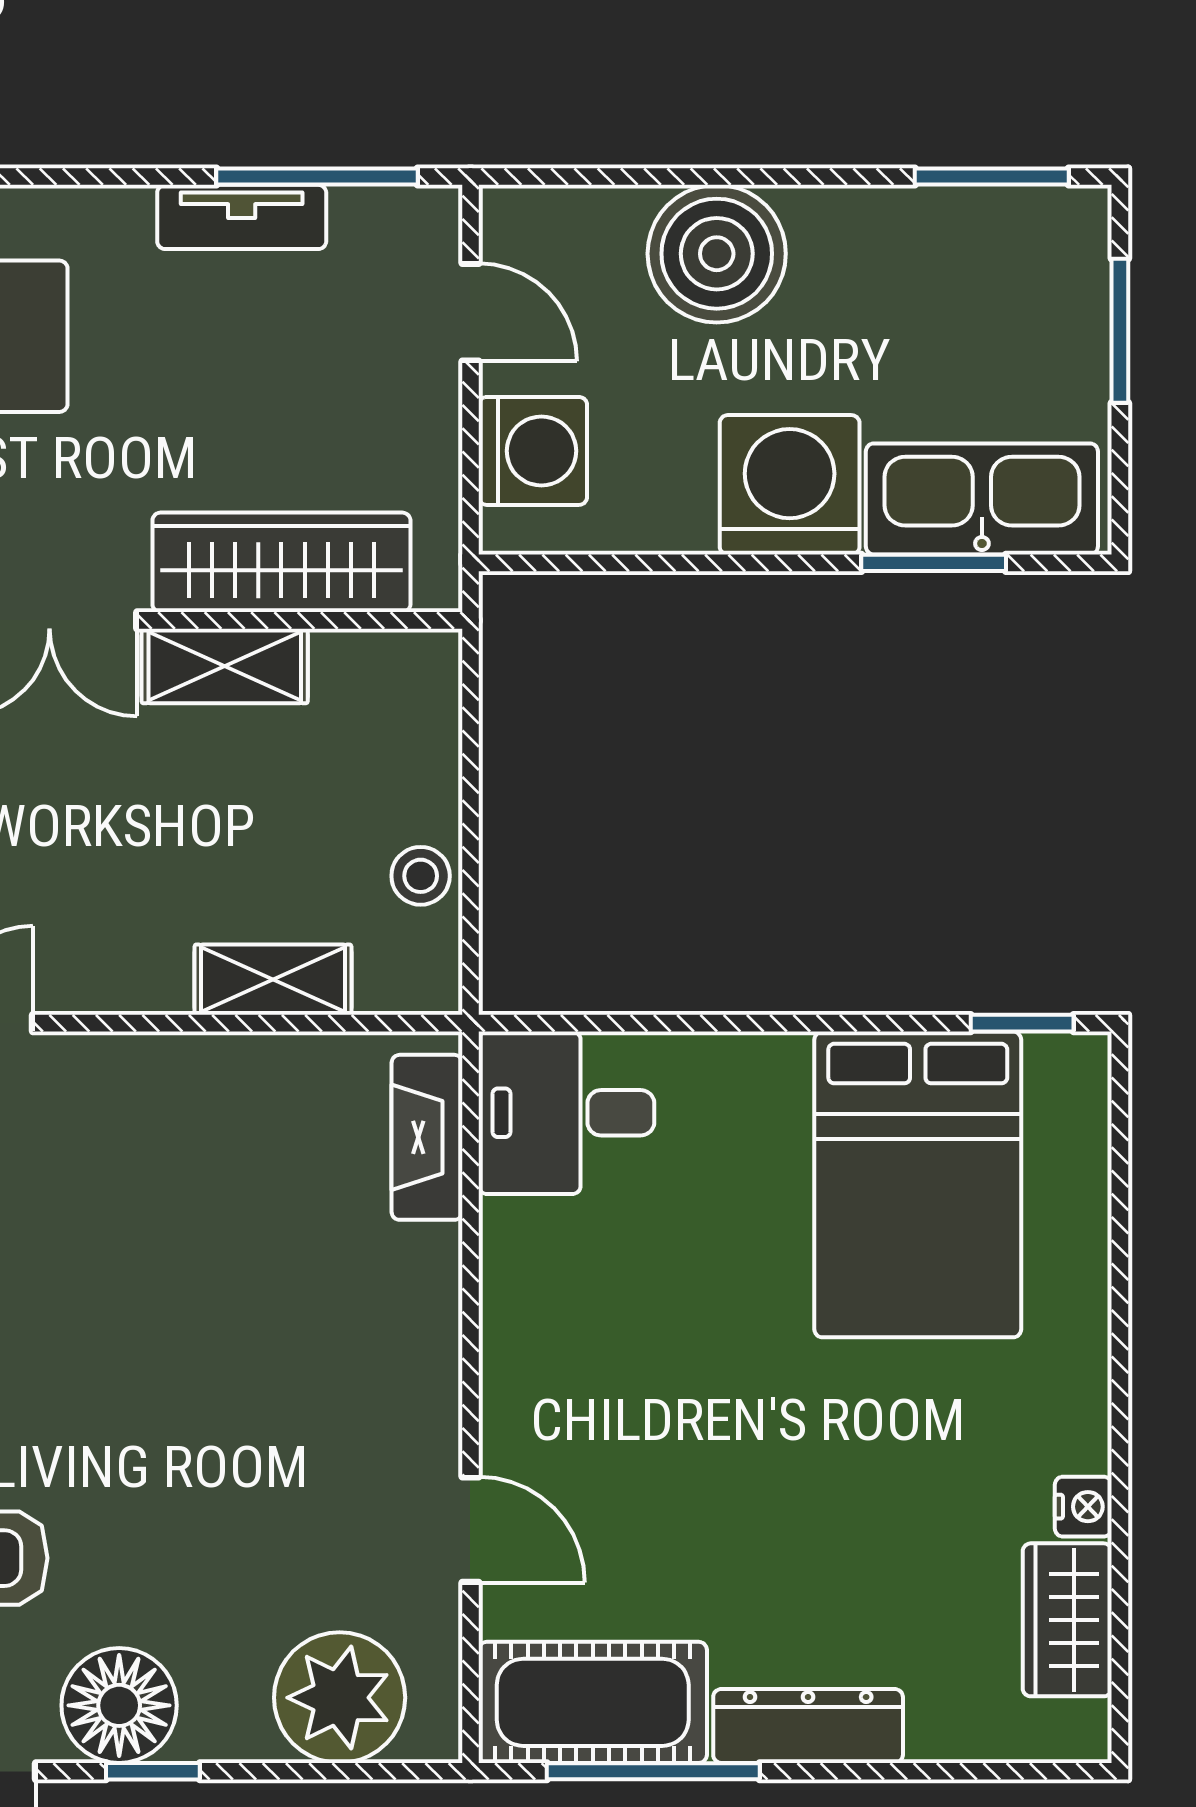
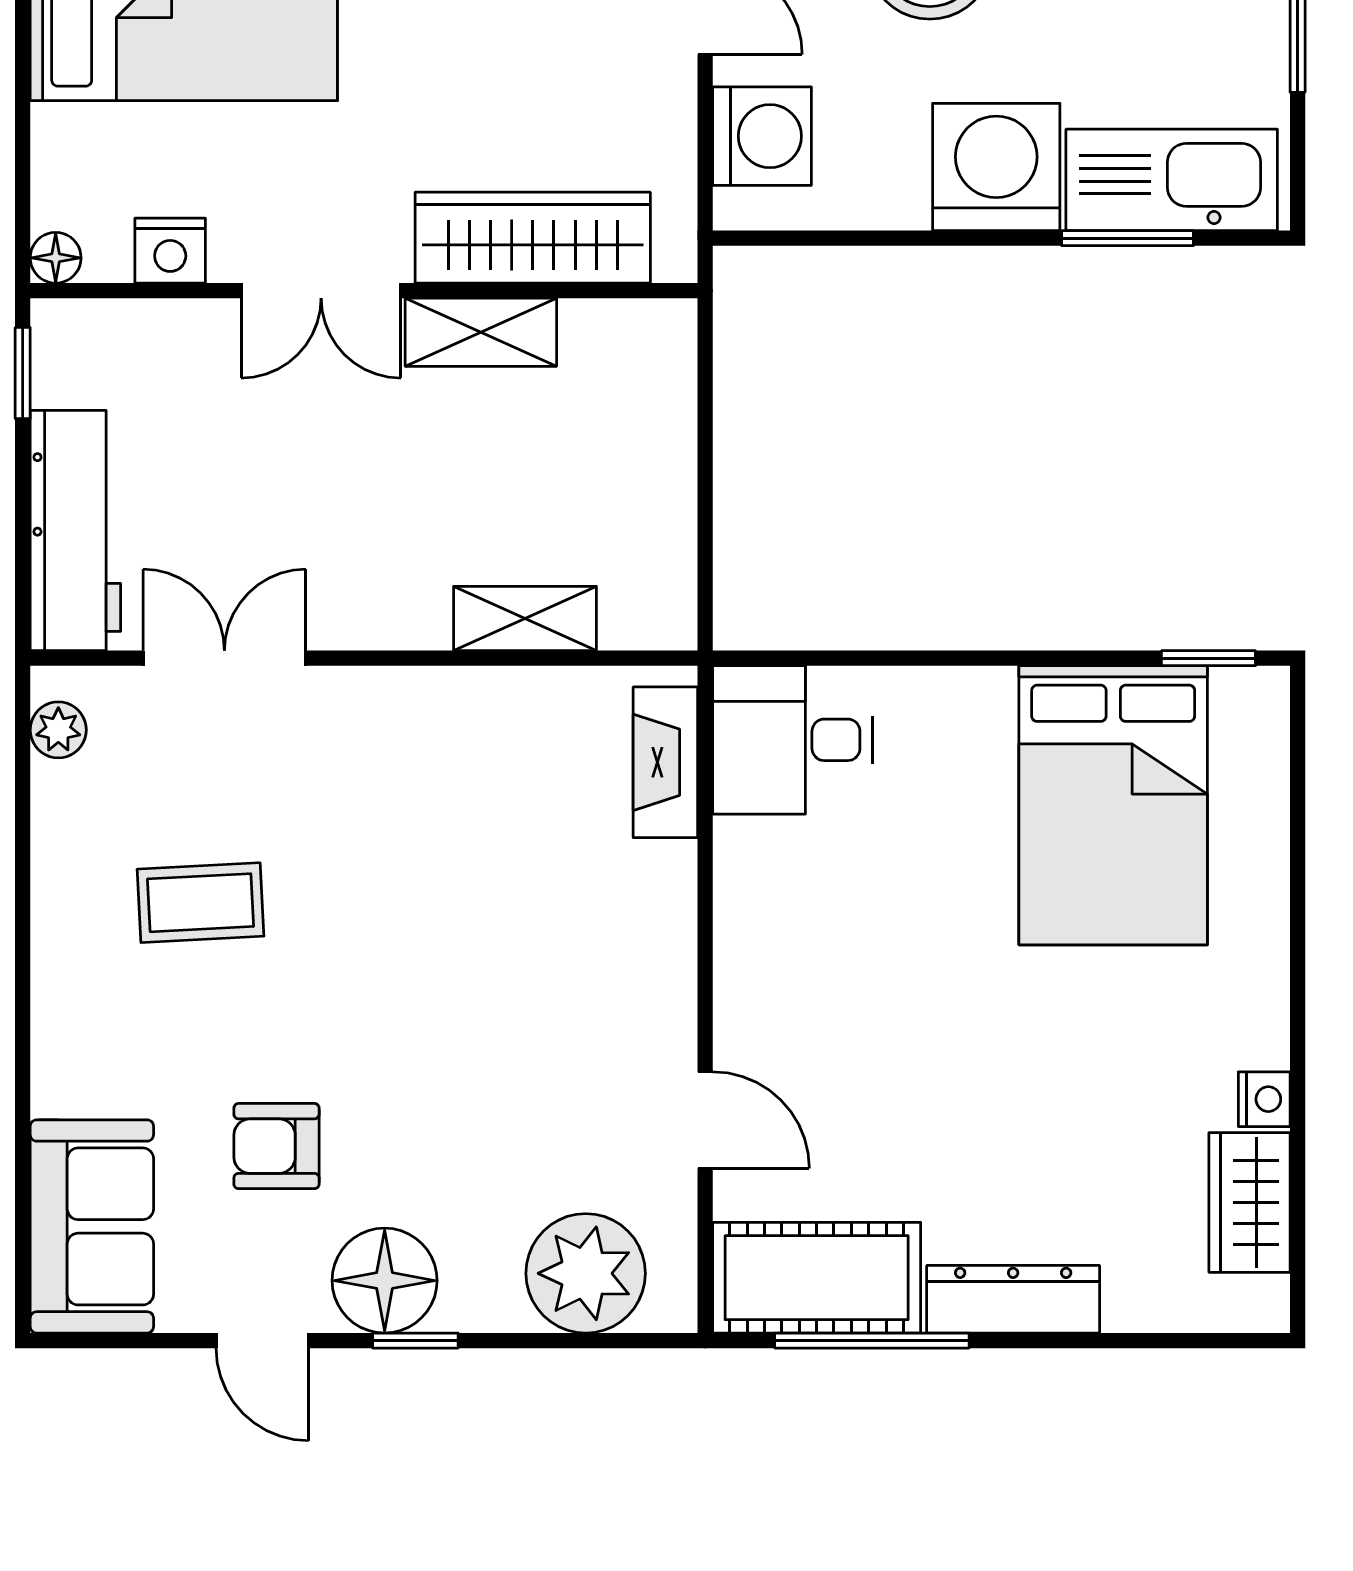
stool: (421, 876) -> (660, 524), removed

